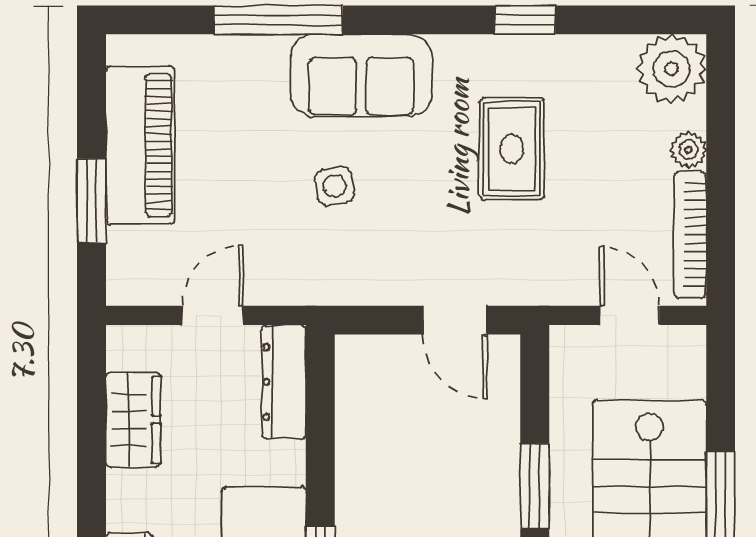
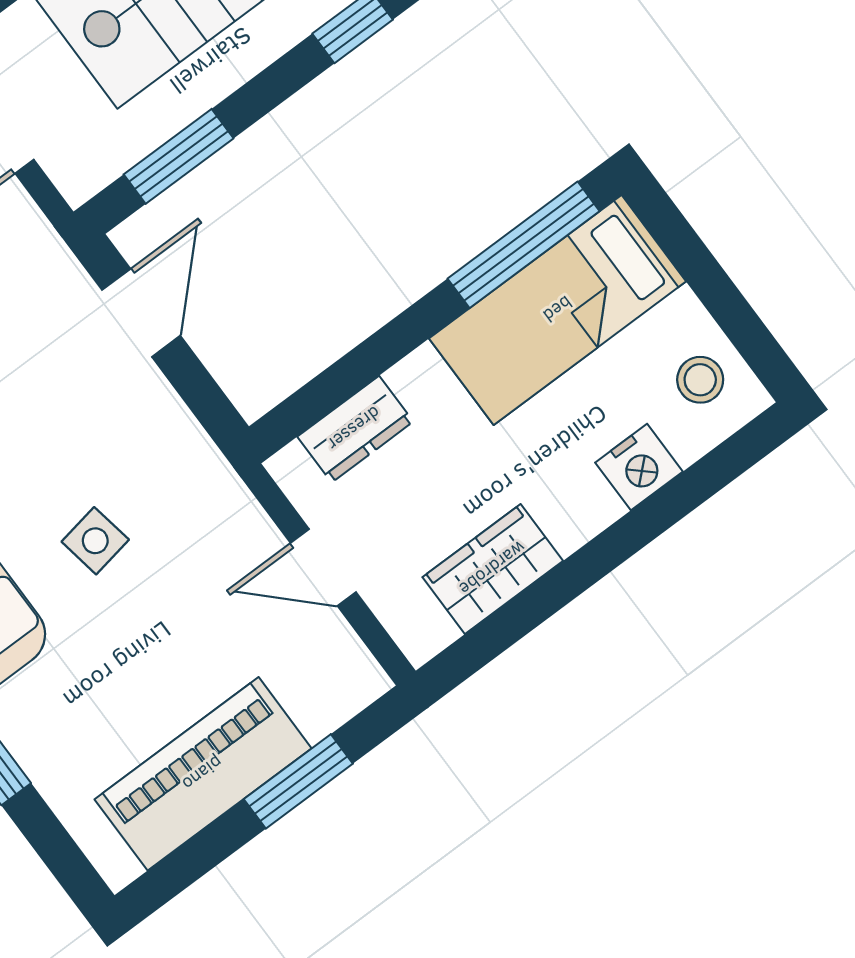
dresser: (284, 382) -> (355, 429), width x0.70
window: (535, 486) -> (179, 156), moved

